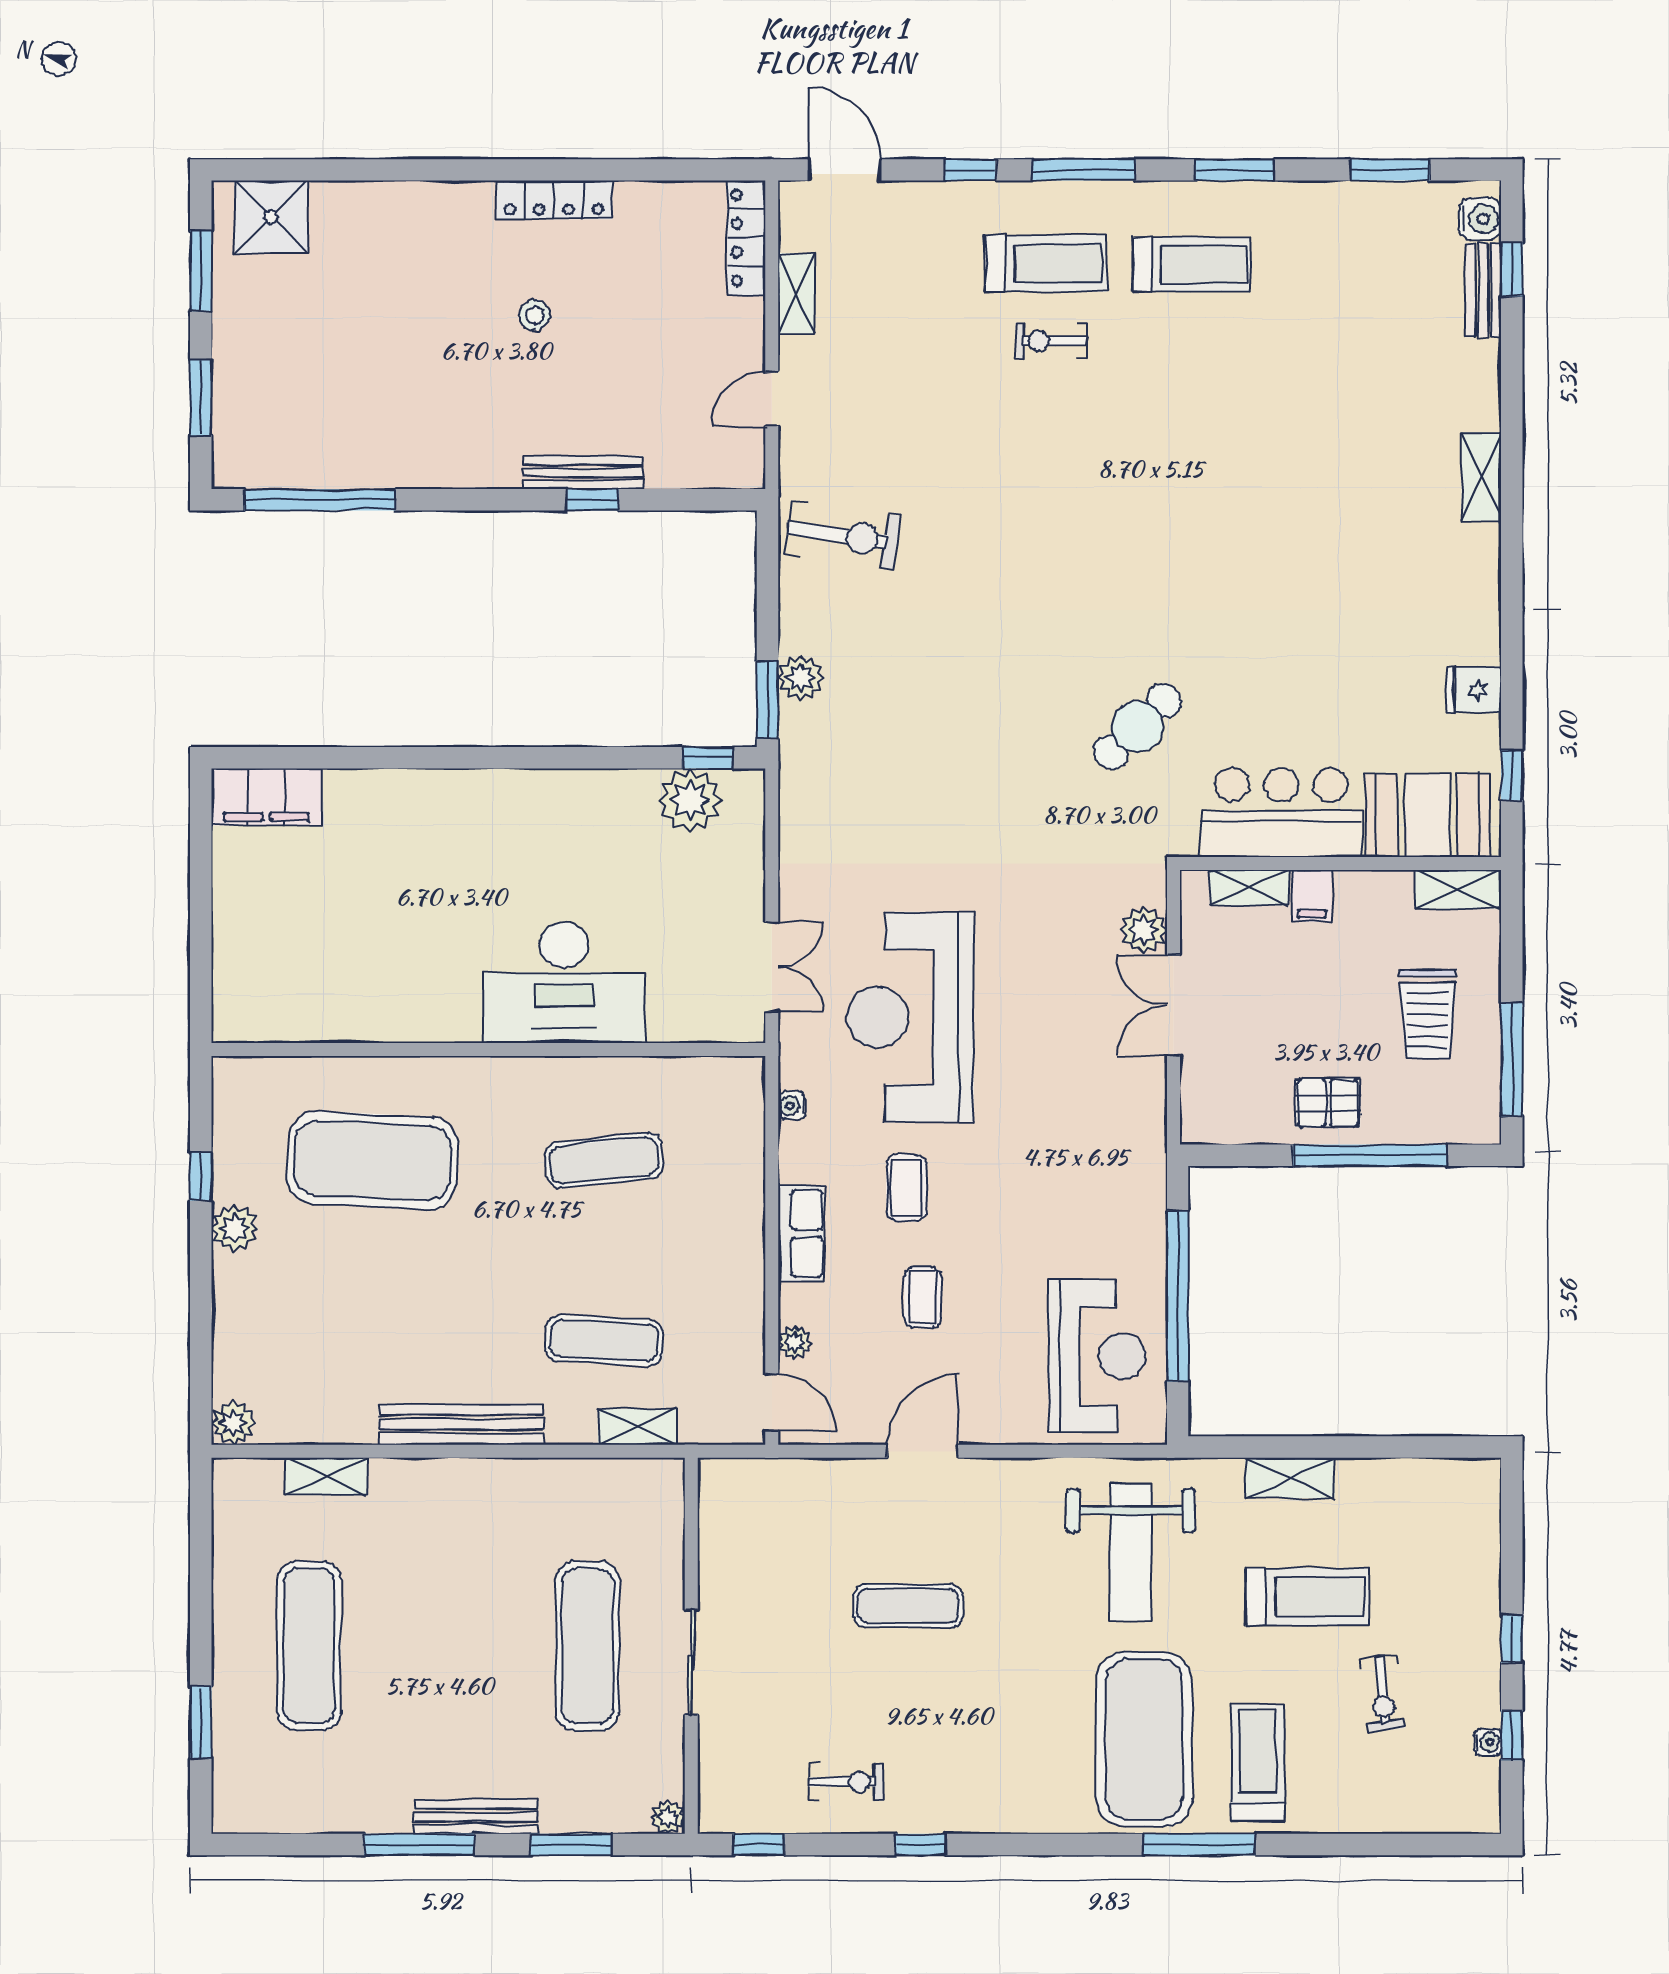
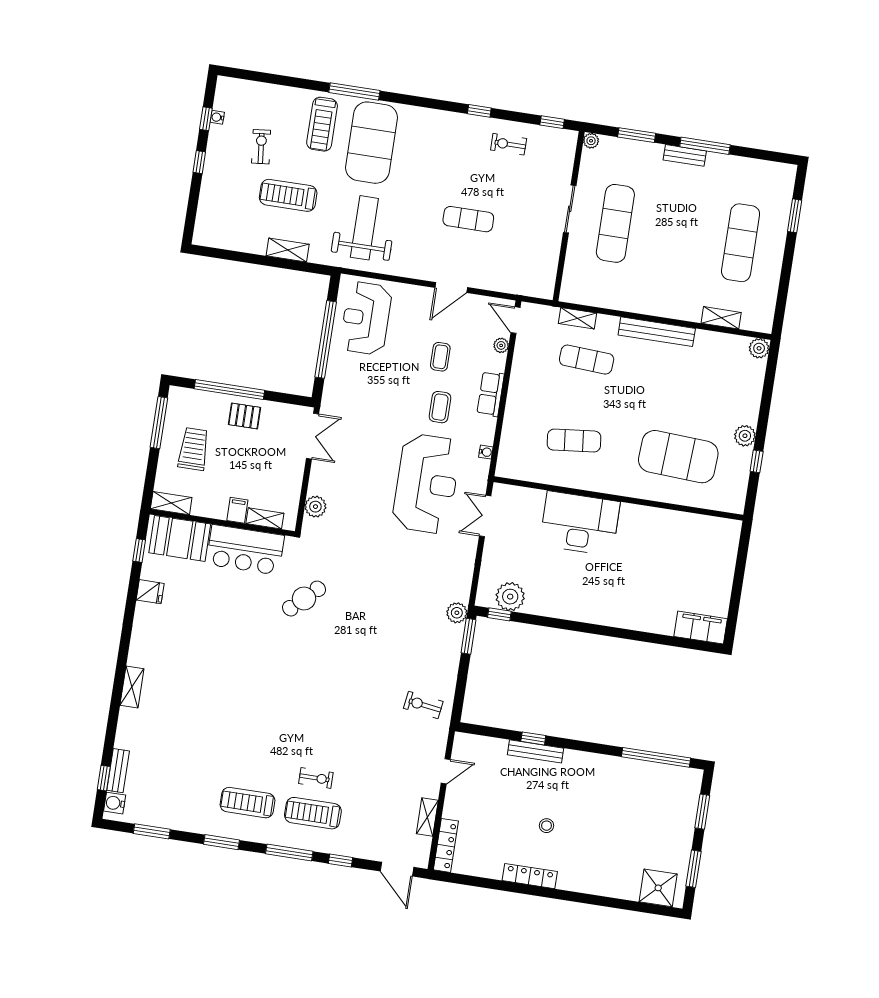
exercise bike: (843, 535) -> (423, 705), width x0.73, depth x0.72
plant: (801, 678) -> (457, 613), moved
double door: (1173, 1005) -> (313, 436), moved
bench: (476, 1817) -> (685, 155), width x0.73

